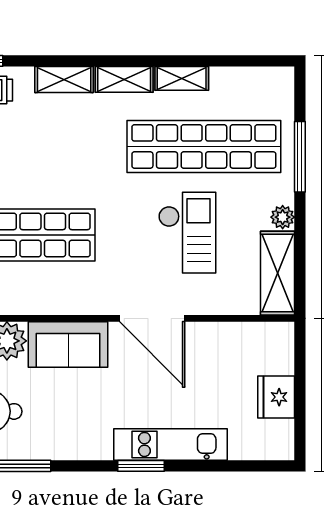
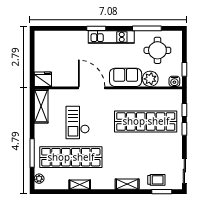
shelving: (124, 79) -> (103, 184), removed
plant: (283, 217) -> (39, 179), moved
fridge: (276, 397) -> (43, 79), moved, turned -90
kitchen unit: (170, 444) -> (111, 37), moved

